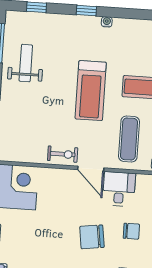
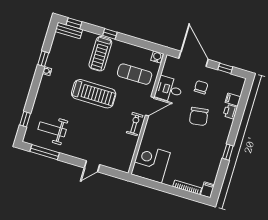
window: (86, 11) -> (43, 59), moved
weight bench: (26, 63) -> (52, 129), moved

